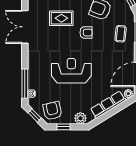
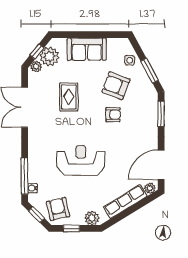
rug: (61, 18) -> (69, 97), turned 90
armchair: (86, 33) -> (113, 115), moved
coffee table: (121, 34) -> (141, 116), removed

